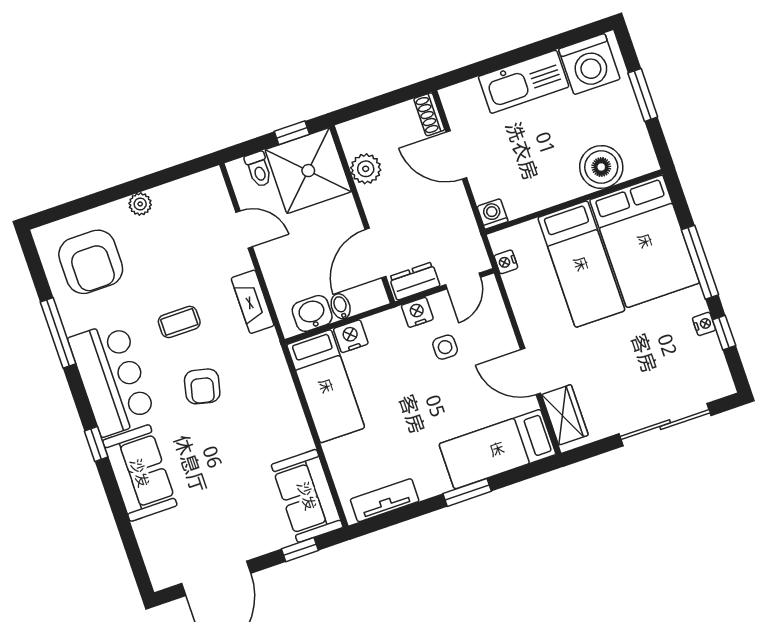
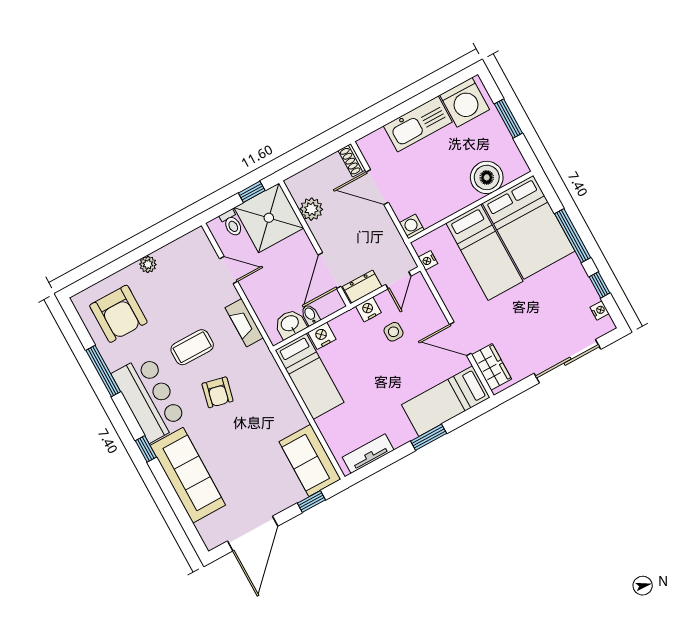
coffee table: (179, 322) -> (192, 347), width x1.36, depth x1.30
nightstand: (704, 324) -> (600, 310), moved
sofa: (140, 473) -> (188, 475), width x1.36

